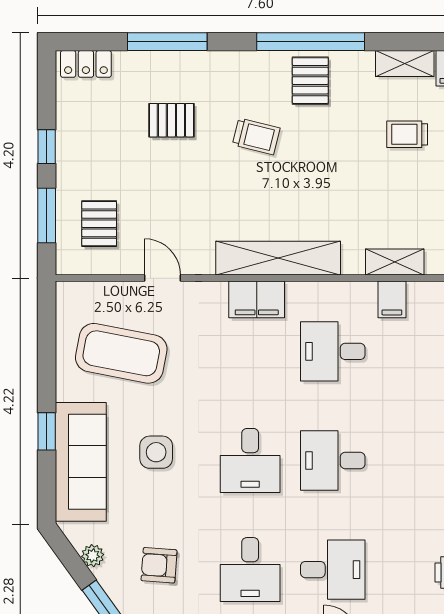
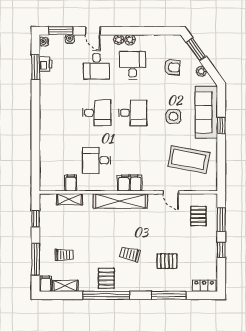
desk: (333, 351) -> (97, 160), turned 180
desk: (250, 460) -> (133, 113), turned 90
desk: (333, 570) -> (97, 65), turned -90

